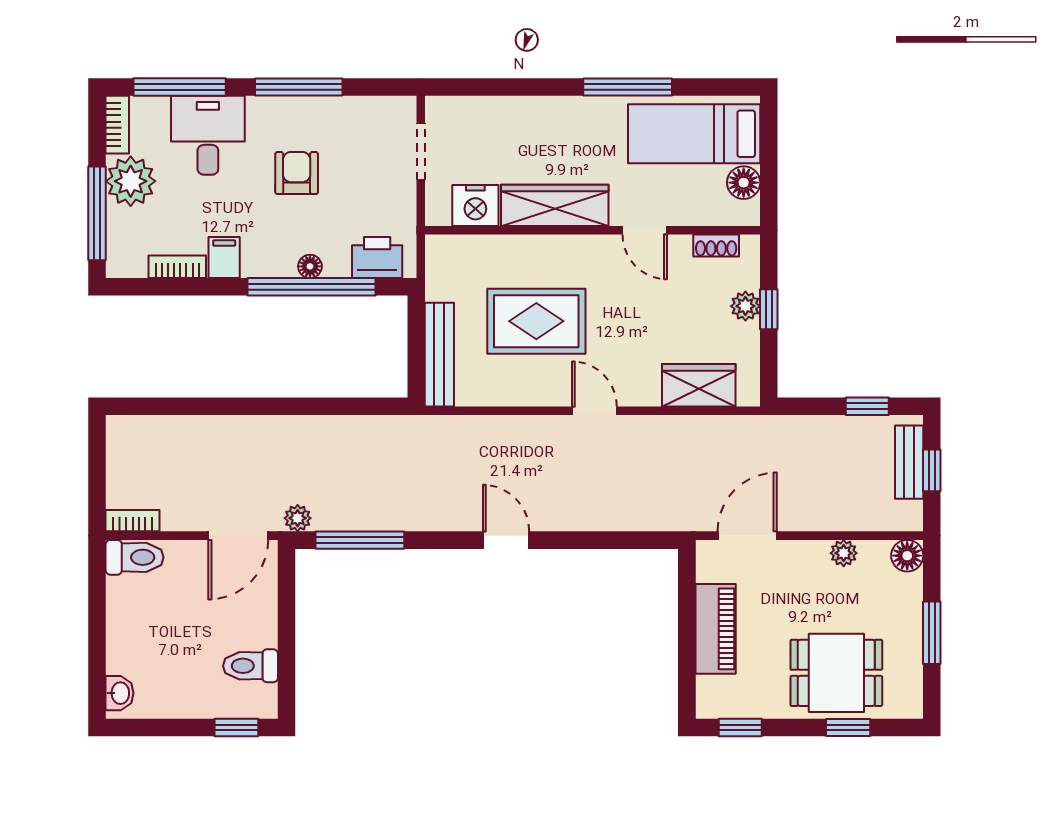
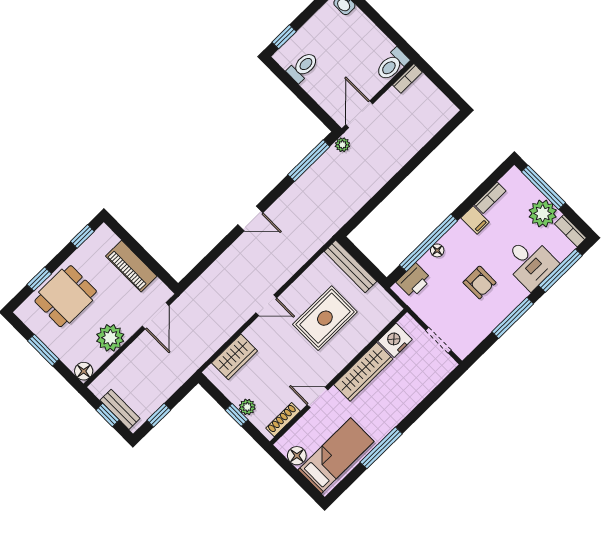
shoe rack: (716, 245) -> (283, 420), width x1.43
plant: (844, 553) -> (110, 338), width x1.87, depth x1.87

